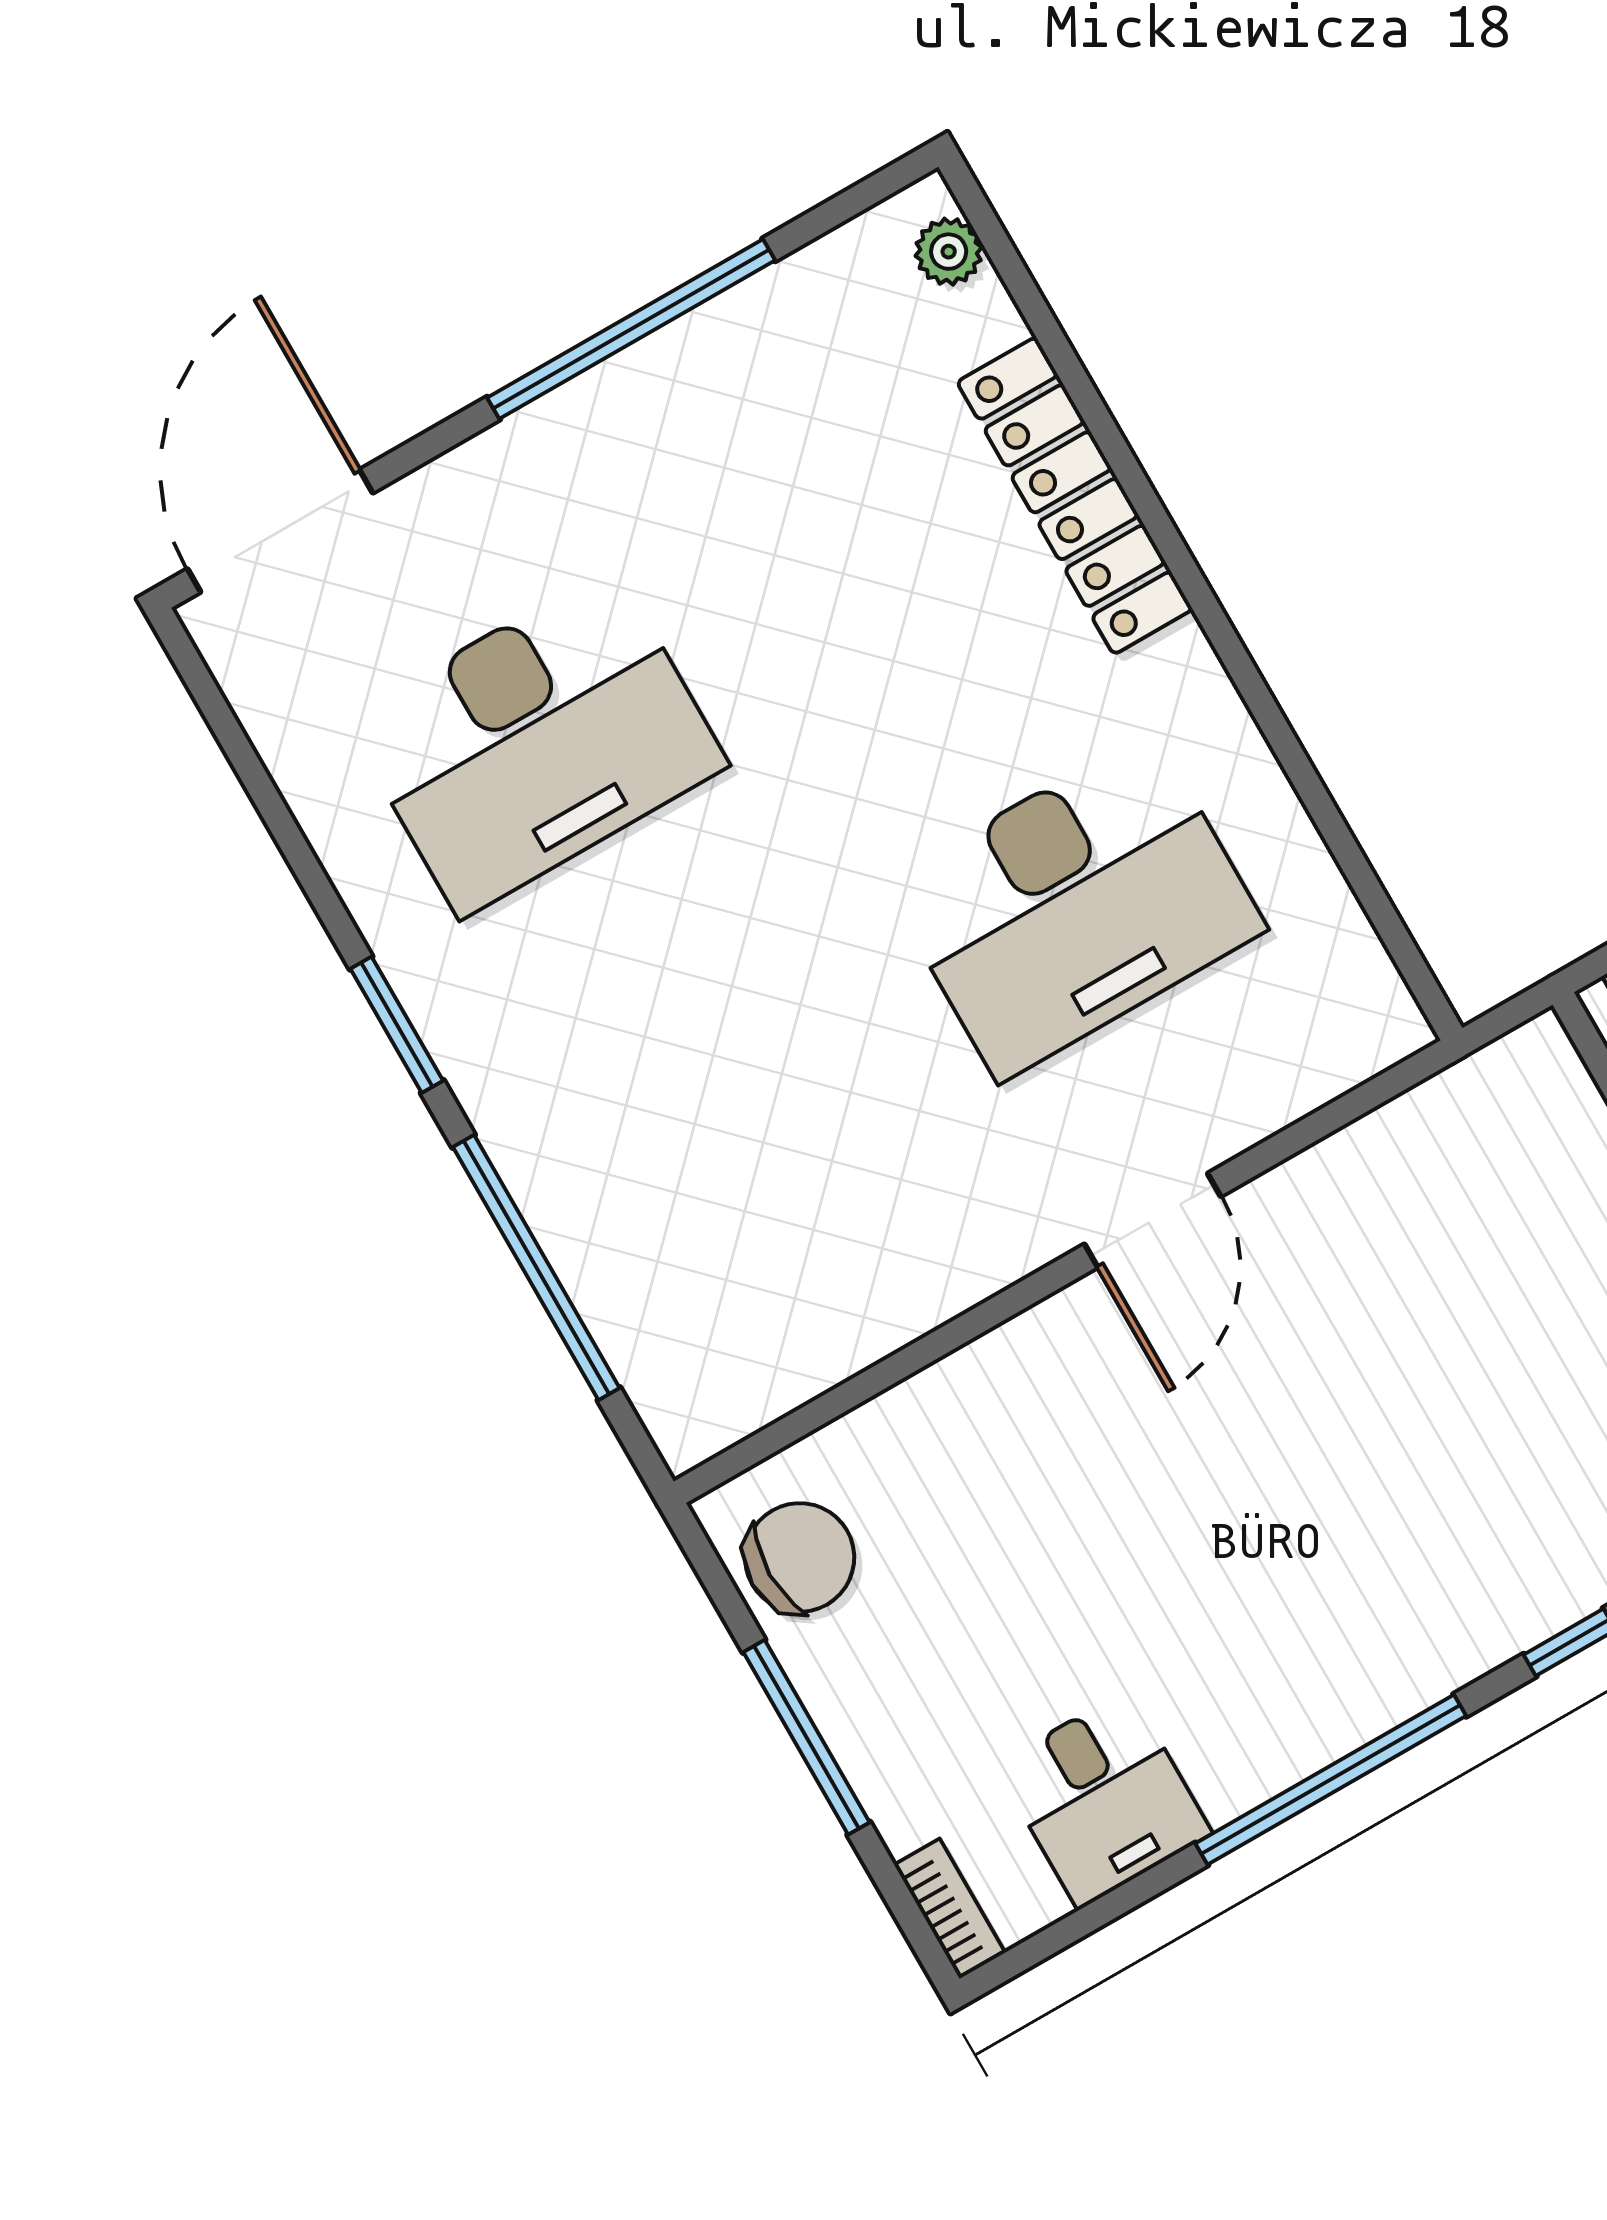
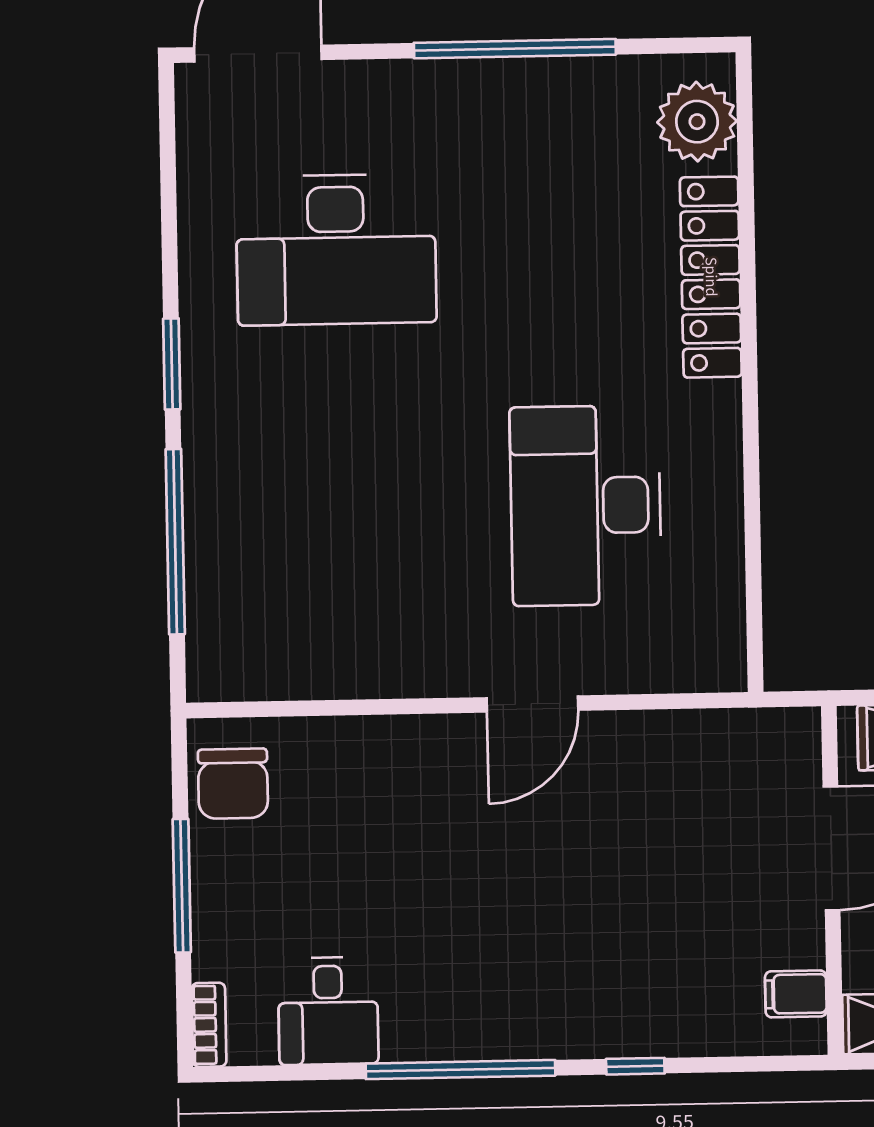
plant: (949, 252) -> (697, 122), width x1.88, depth x1.88
desk: (1075, 906) -> (586, 506), turned 90
chair: (800, 1558) -> (233, 784), turned 90

